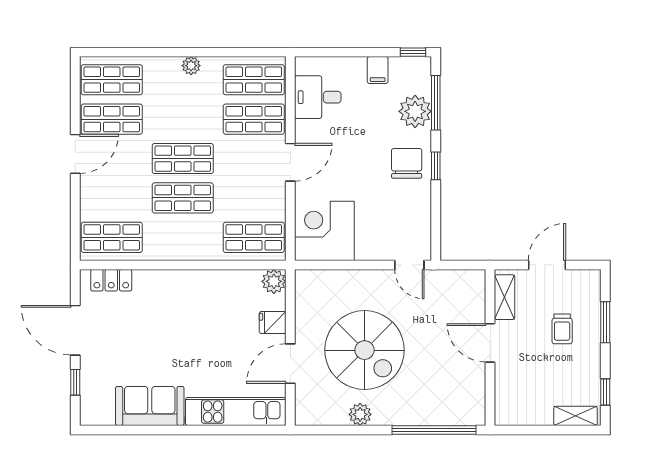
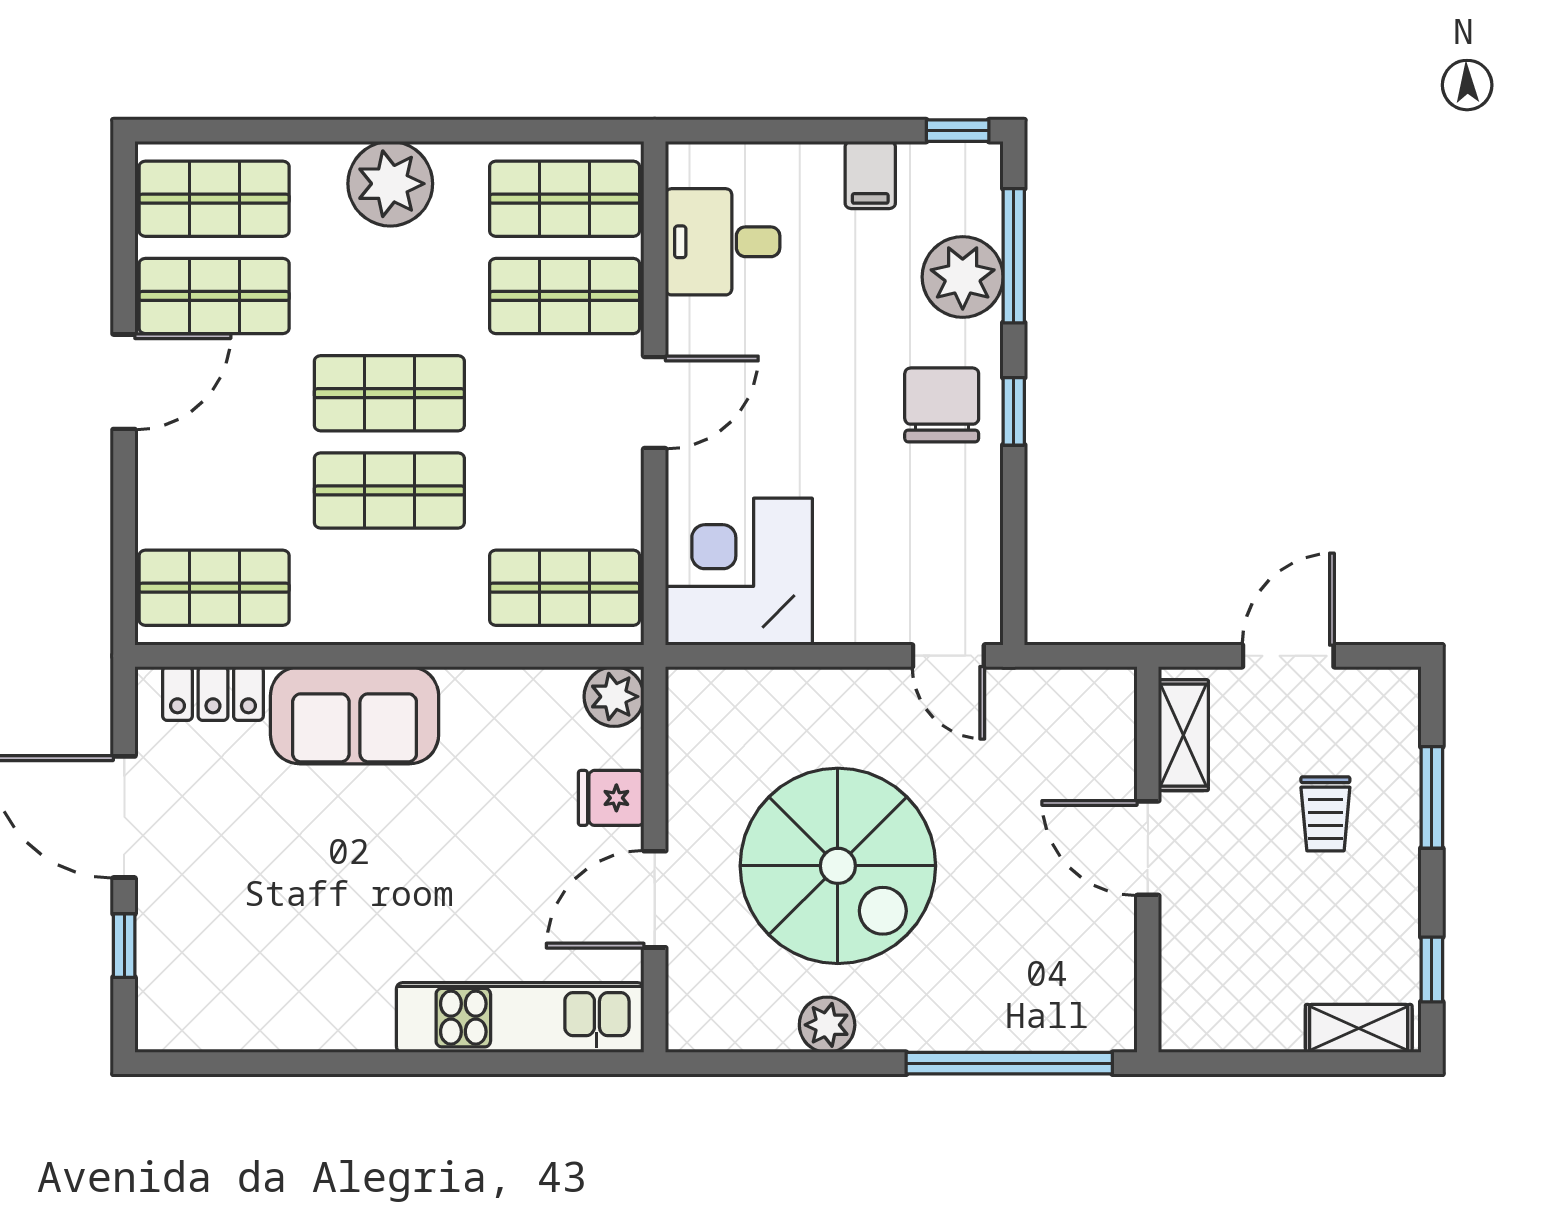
plant: (191, 66) -> (390, 184), width x1.87, depth x1.87
sofa: (150, 406) -> (355, 715), moved, turned 180

